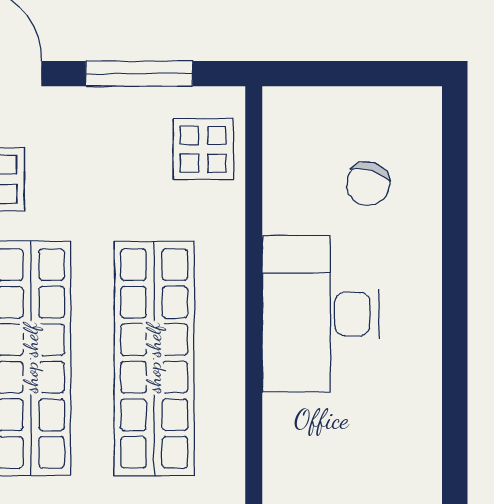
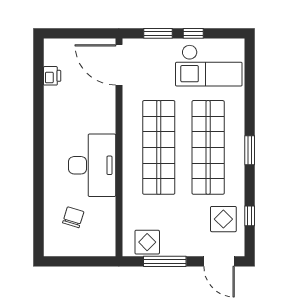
display table: (203, 149) -> (147, 242), moved

